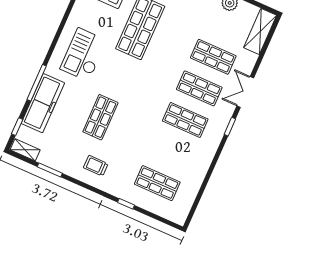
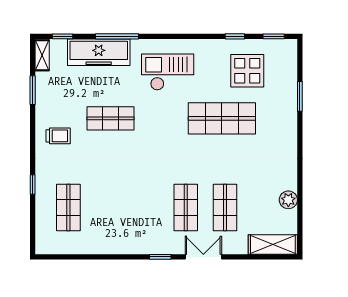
shop shelf: (185, 120) -> (147, 208), removed
trolley: (96, 166) -> (58, 136), turned 90

